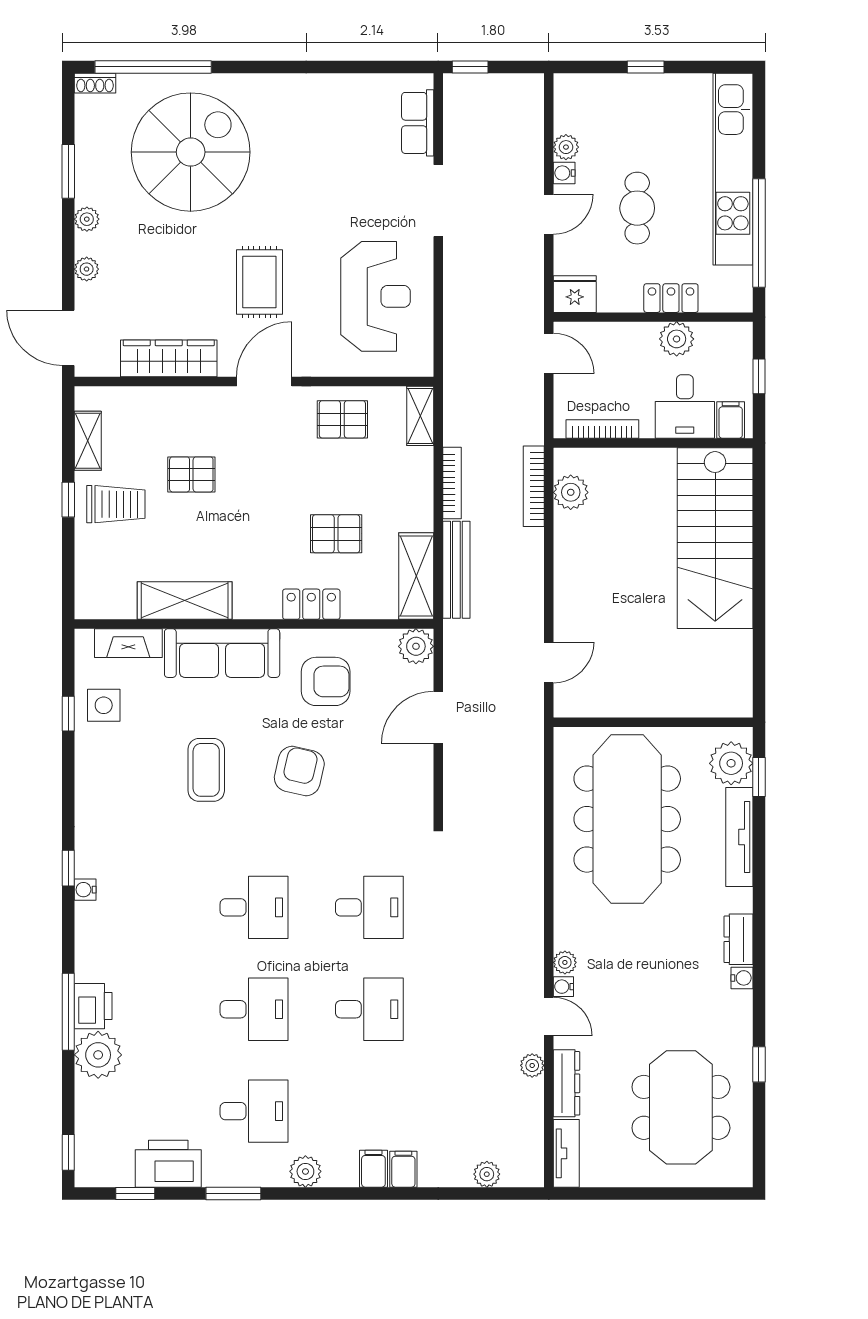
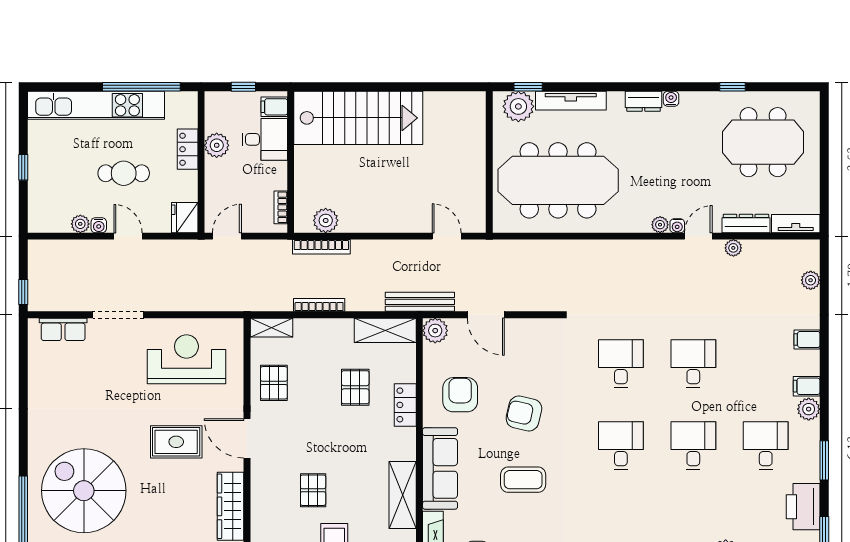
bookcase: (602, 429) -> (281, 207), width x0.64
bench: (456, 570) -> (420, 302), moved
filing cabinet: (373, 1169) -> (807, 386), moved

